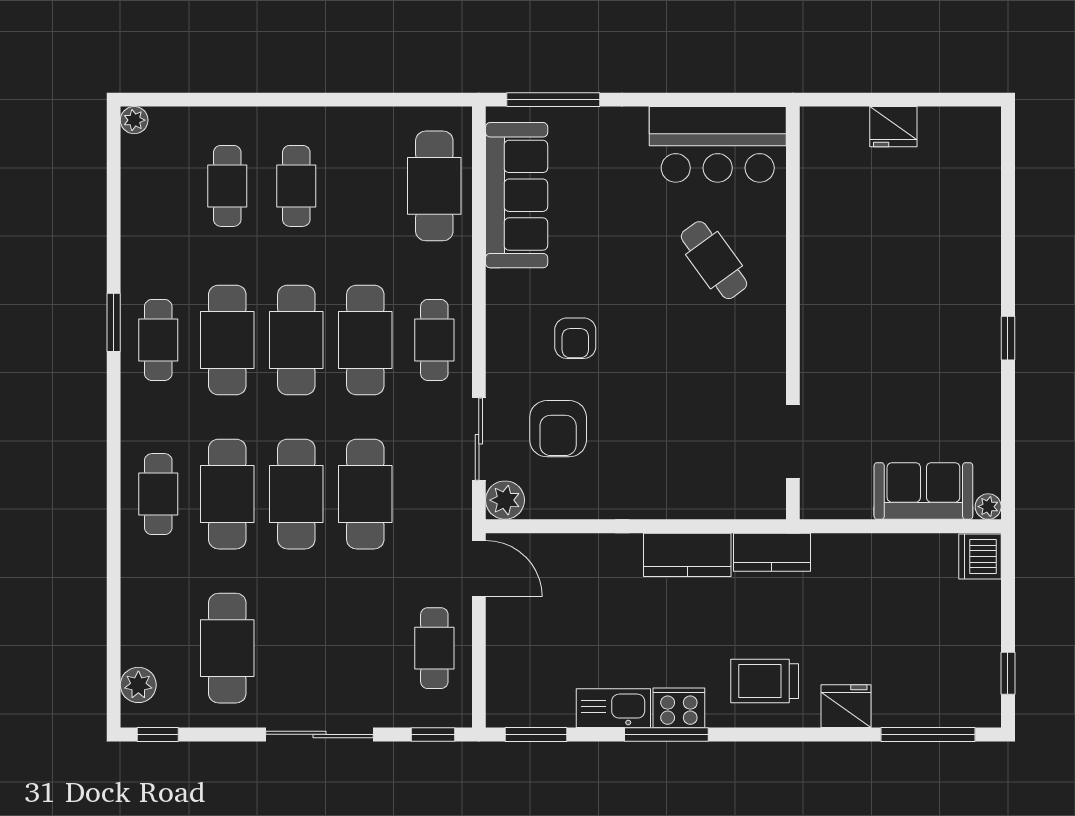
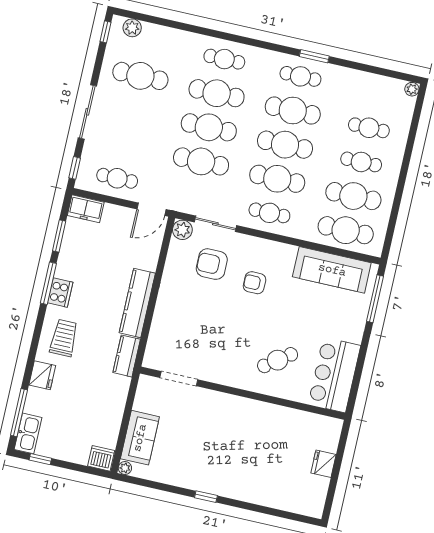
cafe table: (365, 186) -> (353, 196), added
kitchen counter: (687, 555) -> (137, 303), width x1.50
freezer: (507, 695) -> (86, 209), added
kitchen sink: (613, 708) -> (28, 433), moved
window: (536, 734) -> (59, 236), moved

